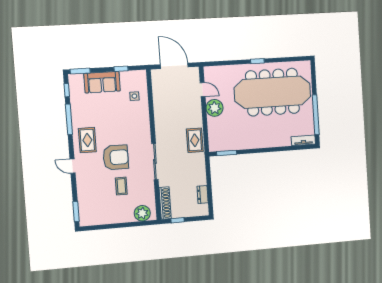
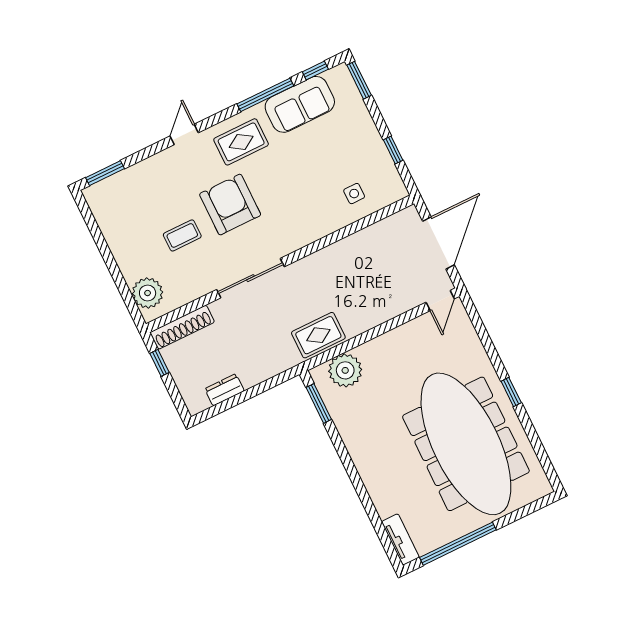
sofa: (102, 82) -> (300, 104), moved, turned -90
door: (203, 90) -> (440, 300), moved
plant: (215, 108) -> (345, 370), moved
armchair: (116, 157) -> (230, 205), turned 180

